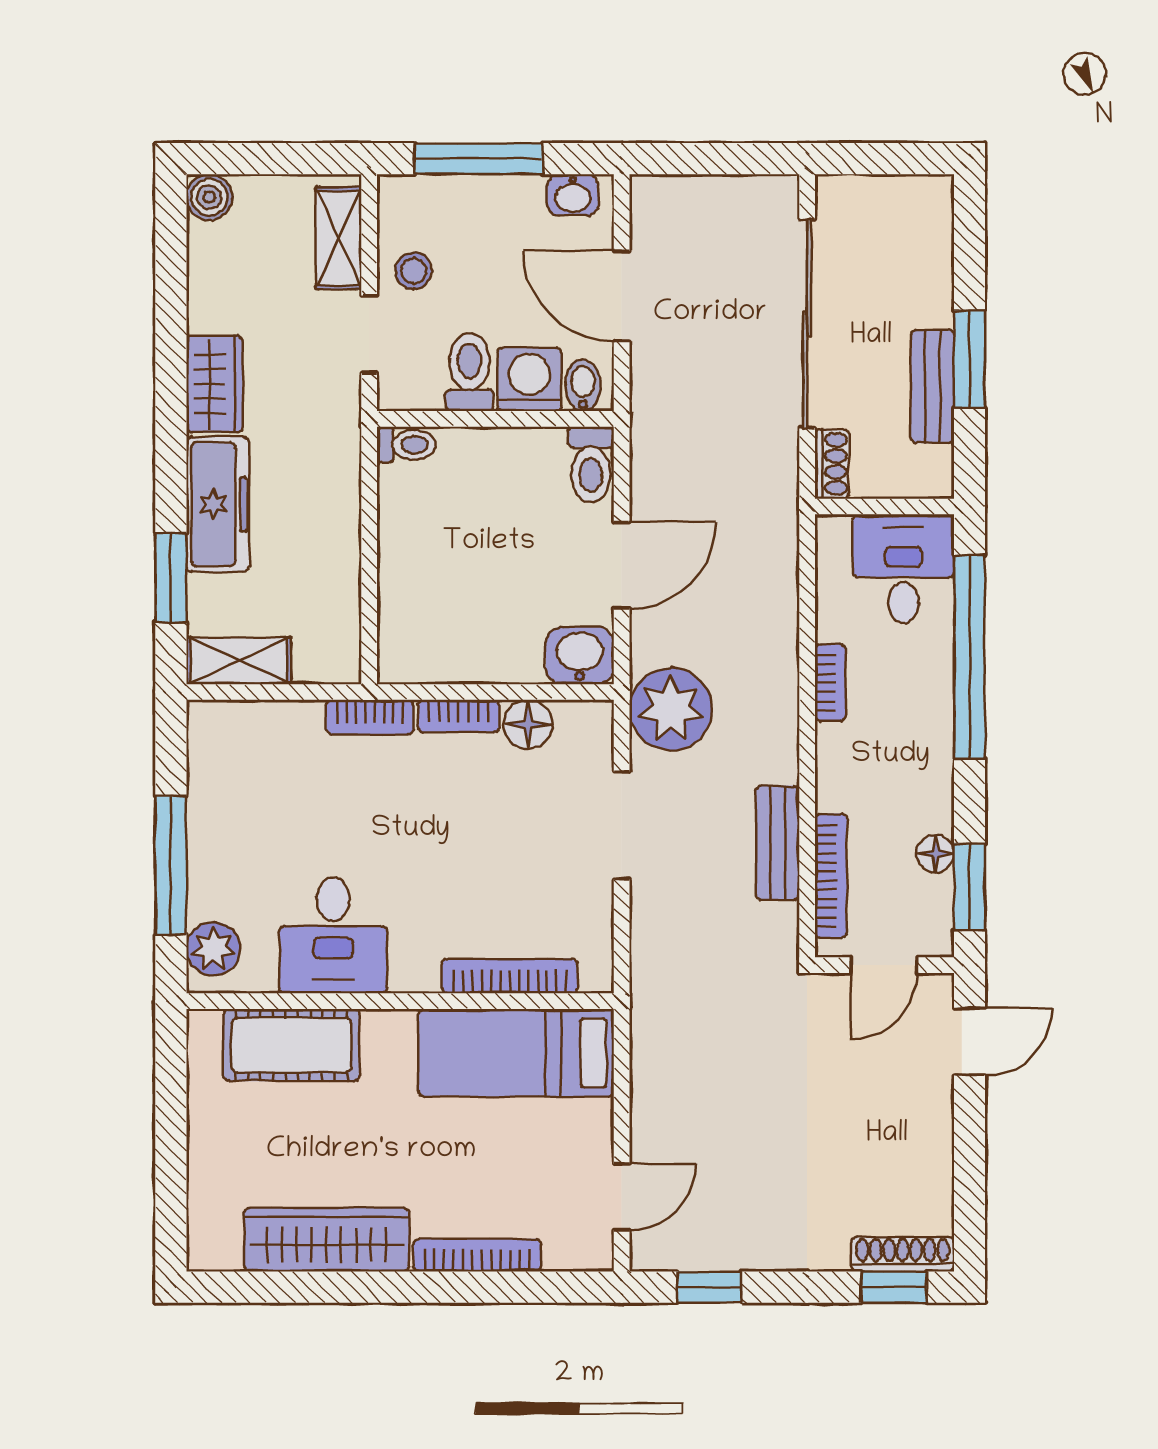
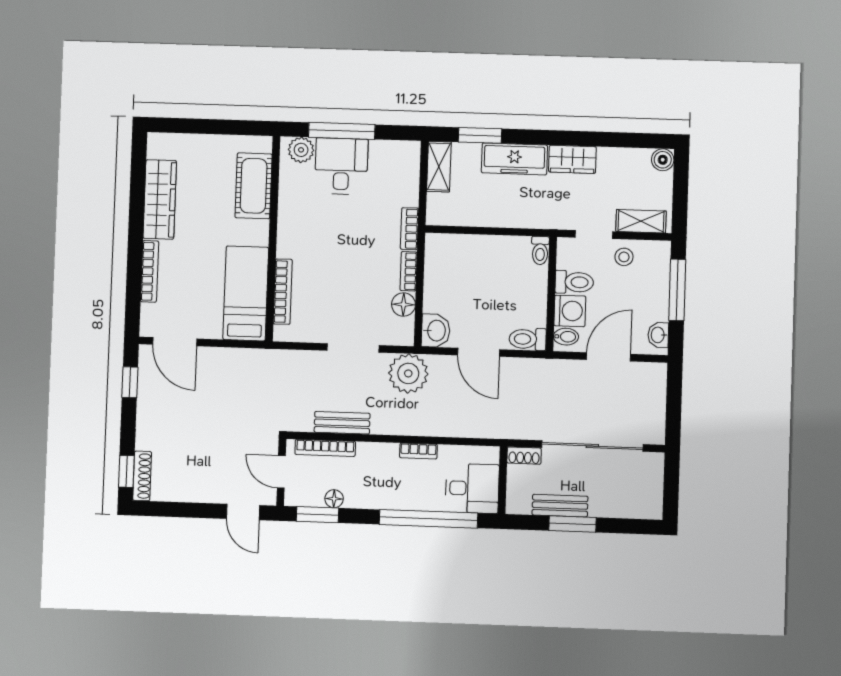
desk: (333, 935) -> (341, 166), moved, turned 90
door: (622, 1197) -> (175, 342), width x1.38

